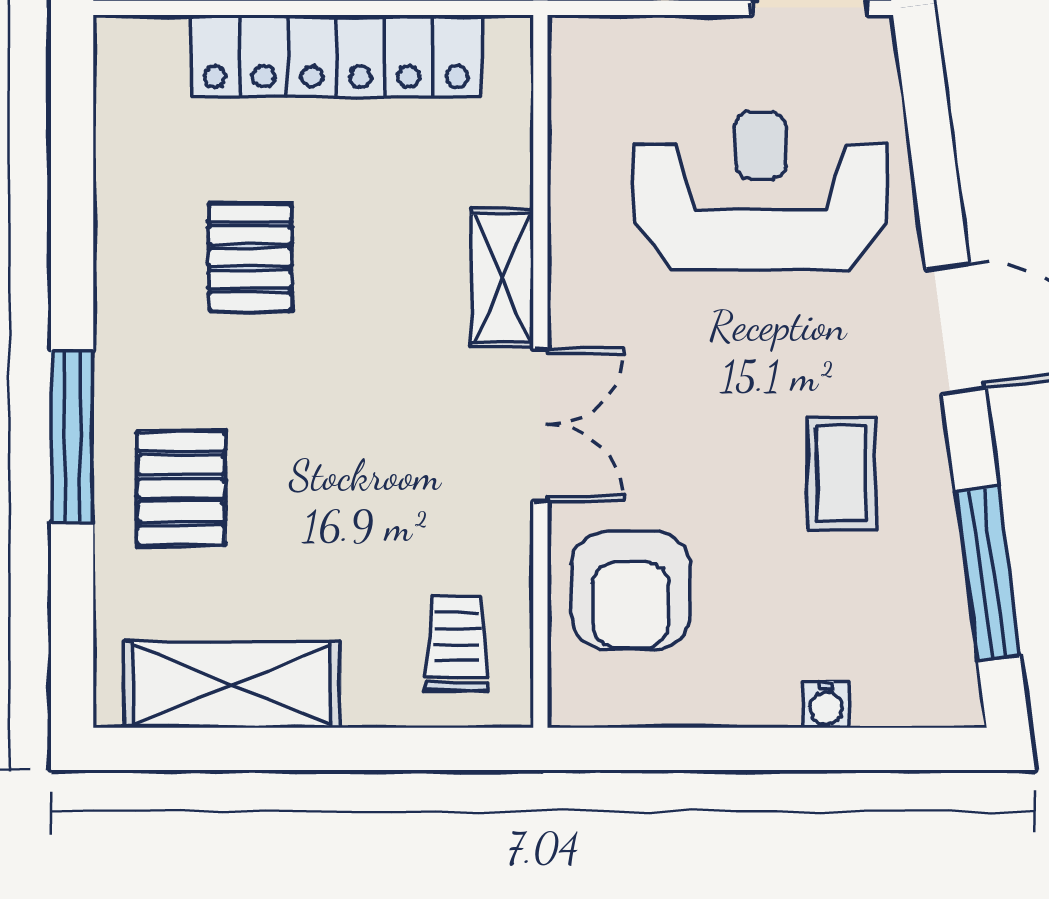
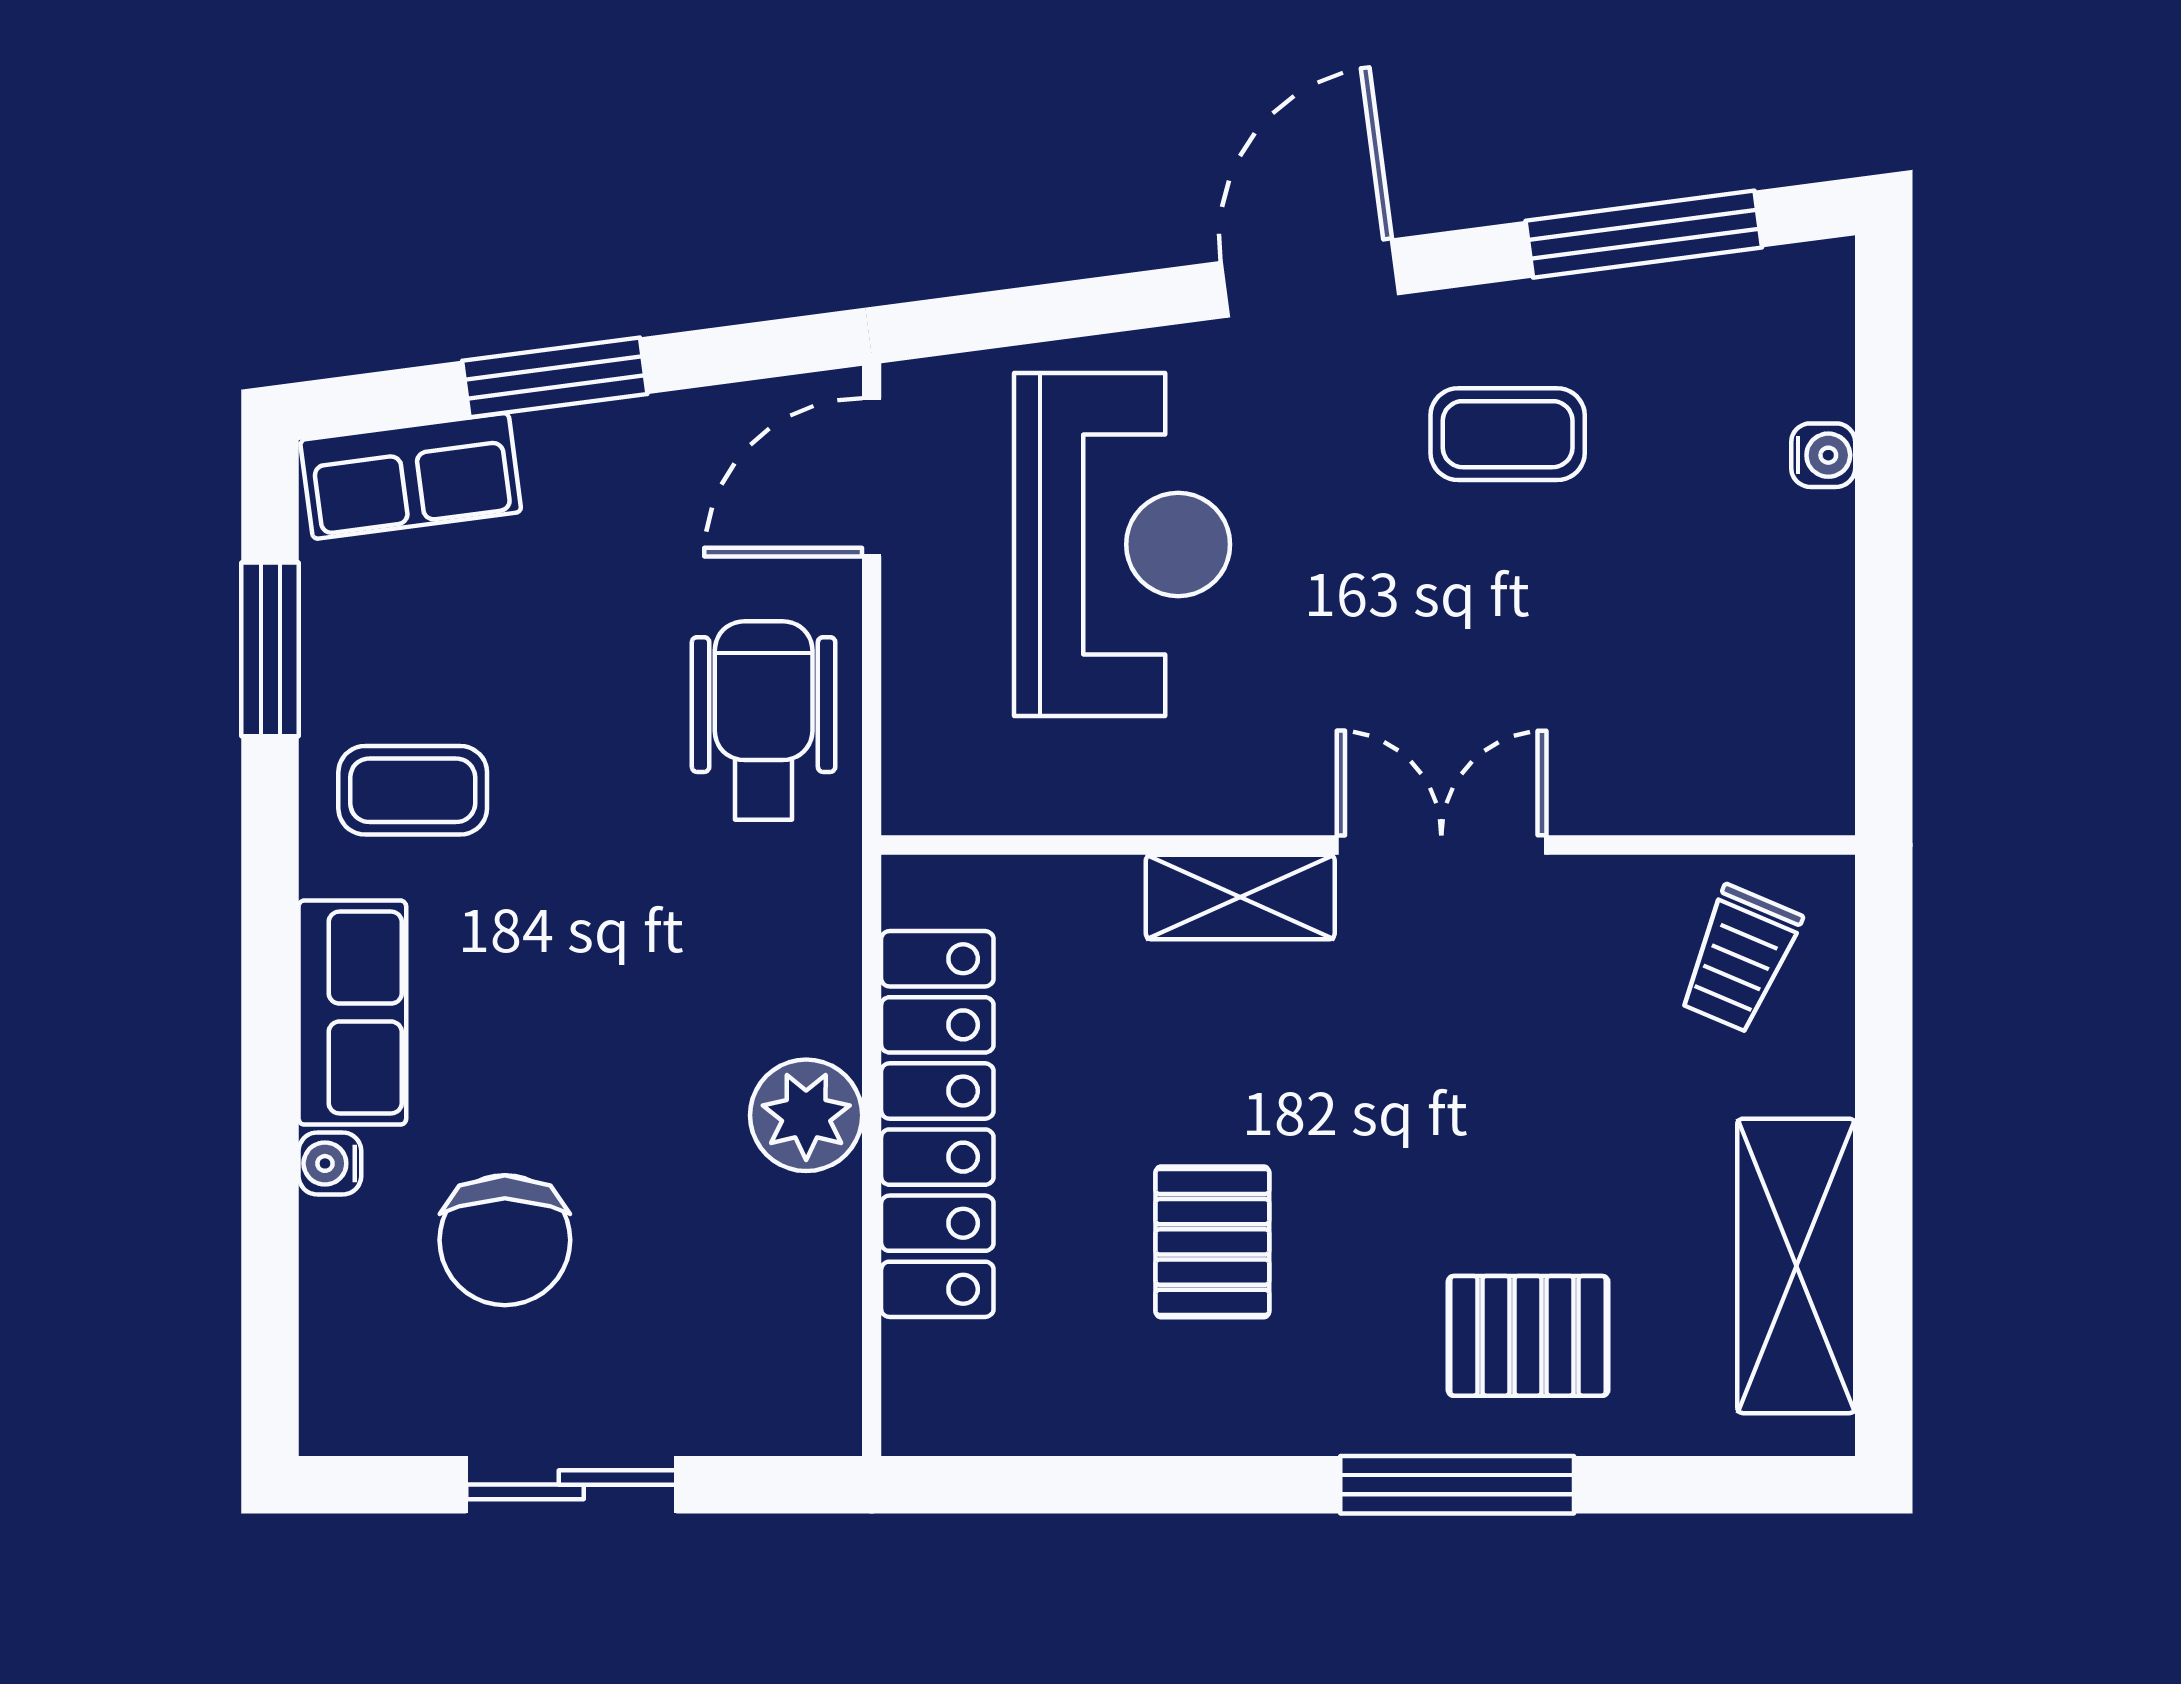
reception desk: (760, 191) -> (1122, 544), turned 180
pallet: (250, 257) -> (1212, 1242), turned 90
armchair: (631, 590) -> (1667, 722), removed
trolley: (457, 643) -> (1739, 959), turned -67

